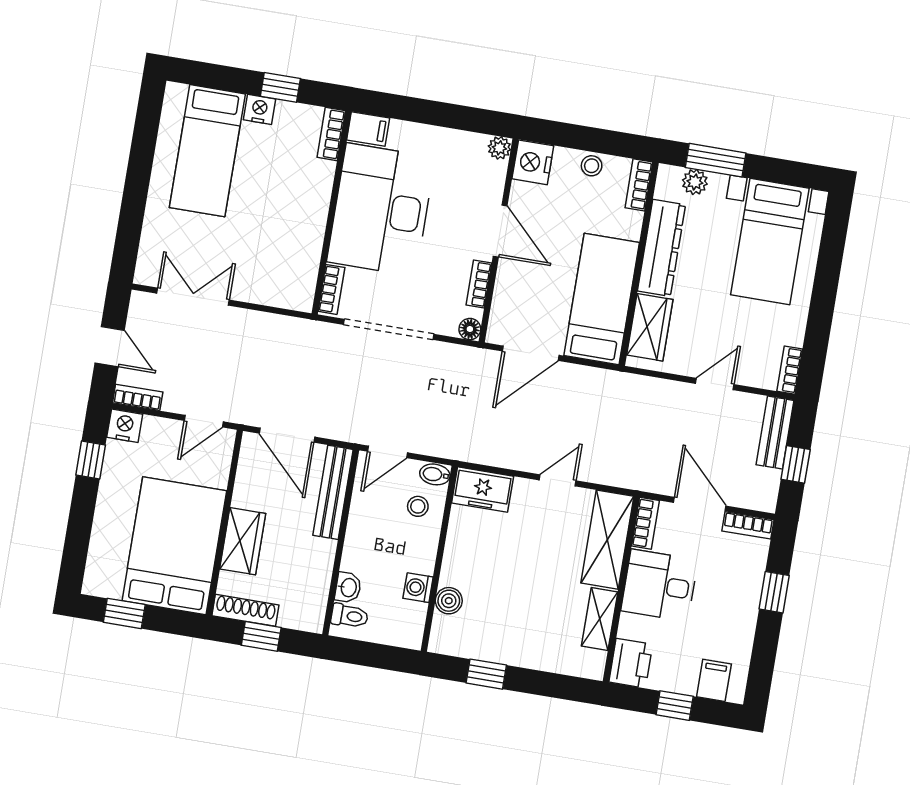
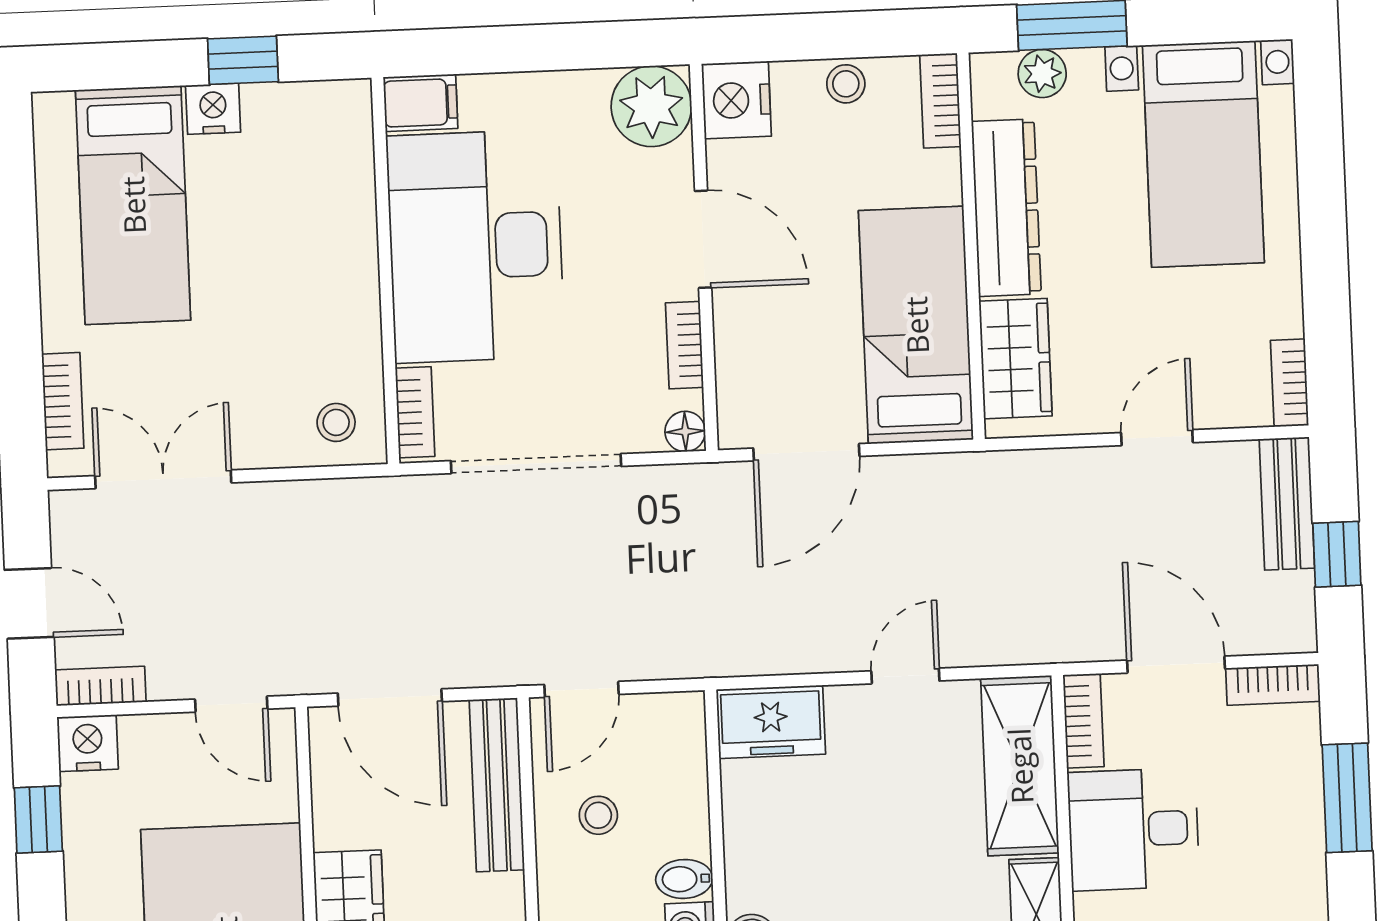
bookcase: (331, 134) -> (63, 401), moved, turned 180
plant: (499, 148) -> (651, 106), width x1.88, depth x1.88
stool: (289, 286) -> (336, 422), added
door: (204, 421) -> (231, 704), hinge flipped
bidet: (435, 474) -> (684, 879), moved
stool: (418, 506) -> (598, 815), moved
window: (774, 592) -> (1347, 798), width x1.50

